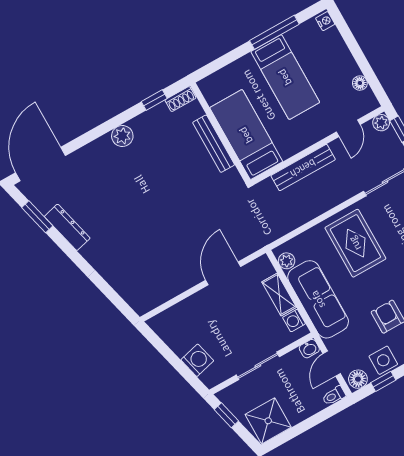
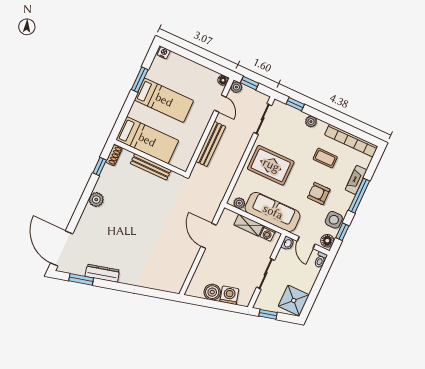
window: (274, 32) -> (140, 80), width x0.69
floor lamp: (360, 83) -> (223, 80), moved
bed: (246, 135) -> (147, 140), moved, turned 180
boiler: (180, 342) -> (212, 292), added

